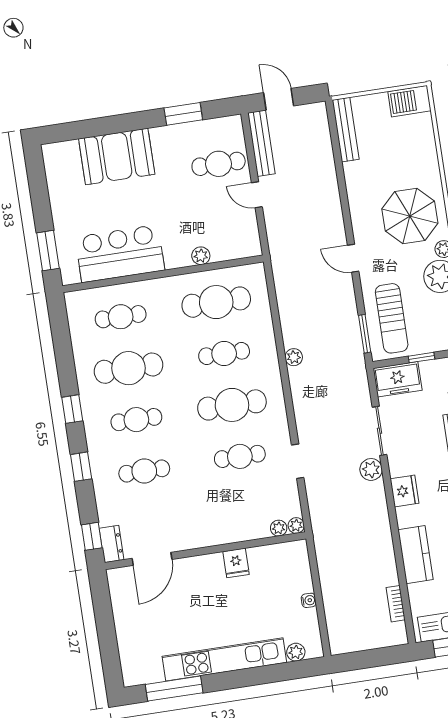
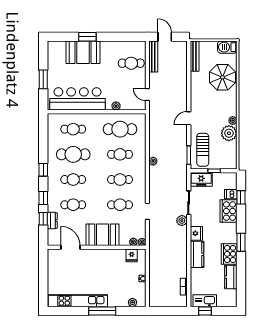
window: (183, 114) -> (87, 37), moved
door: (257, 195) -> (147, 95), moved
parasol: (410, 216) -> (223, 77), moved
window: (48, 251) -> (43, 79), moved
bar counter: (120, 254) -> (77, 99), width x1.36
door: (353, 258) -> (189, 118), hinge flipped
cafe table: (232, 405) -> (120, 180), width x0.73, depth x0.74
booth: (214, 523) -> (103, 235), added
window: (92, 536) -> (43, 219), moved
dresser: (112, 544) -> (52, 221), moved
kitchen counter: (416, 555) -> (197, 254), moved
door: (152, 559) -> (71, 247), swing flipped
fridge: (236, 563) -> (132, 255), moved
kitchen unit: (224, 659) -> (78, 301), moved
window: (174, 689) -> (102, 311), moved

